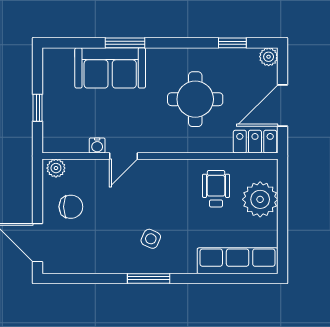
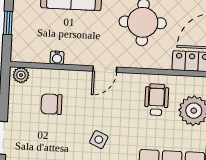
door: (123, 156) -> (105, 69), moved
chair: (71, 207) -> (51, 104), moved, turned 180

